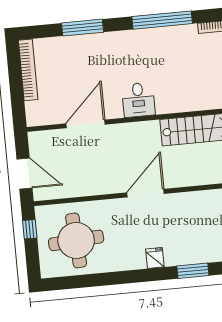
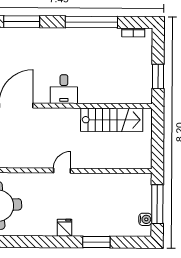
door: (145, 193) -> (62, 171), width x0.53

